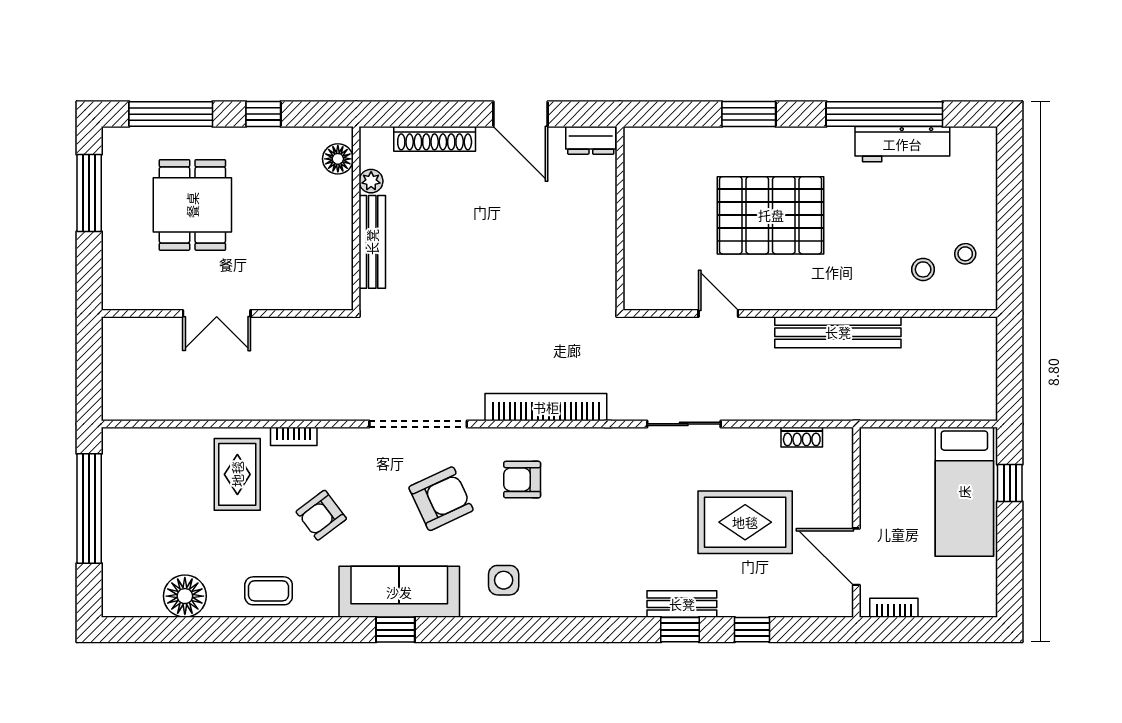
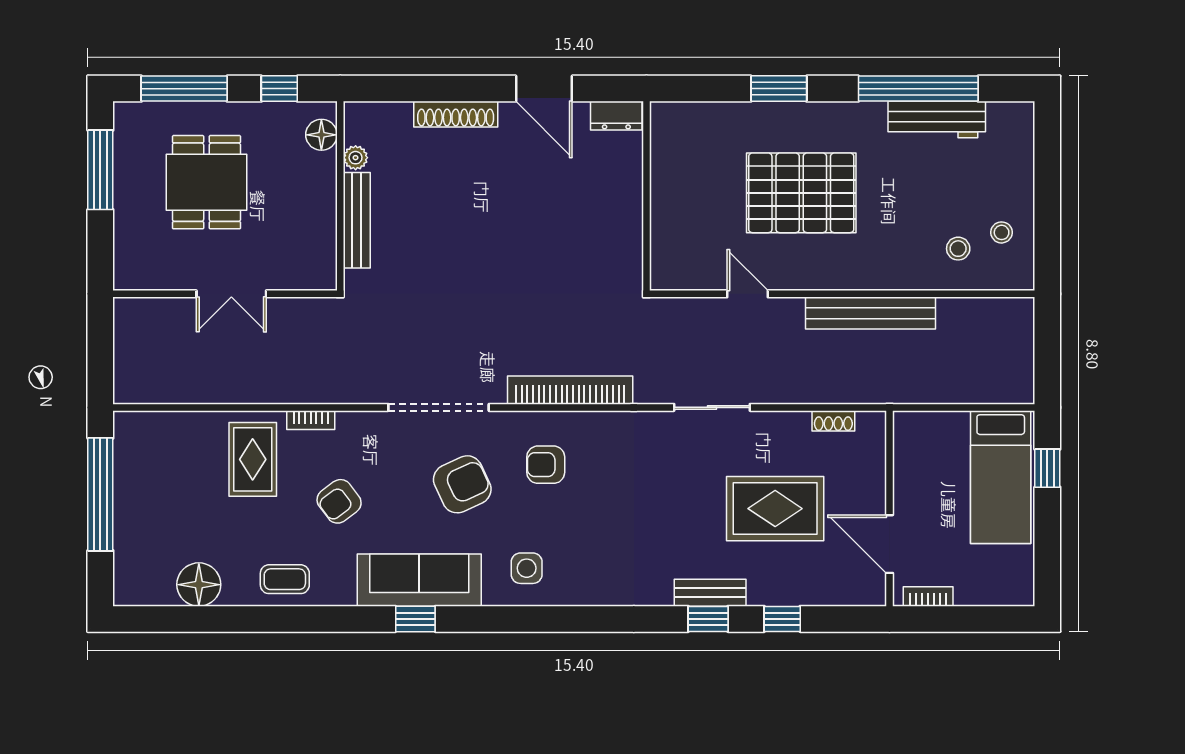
floor lamp: (338, 159) -> (321, 135), moved
plant: (371, 181) -> (356, 158), moved
wall: (356, 218) -> (340, 196), moved
bench: (372, 242) -> (357, 220), moved

